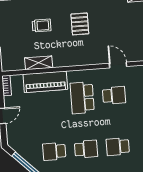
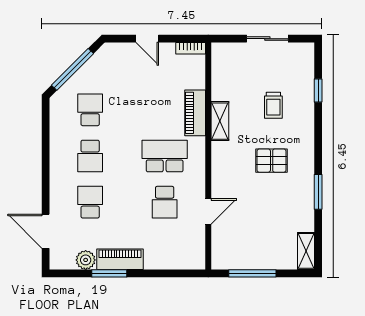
shelving: (39, 63) -> (220, 121), moved
piano: (45, 82) -> (195, 113), width x0.73, depth x0.75

